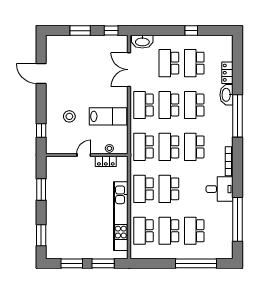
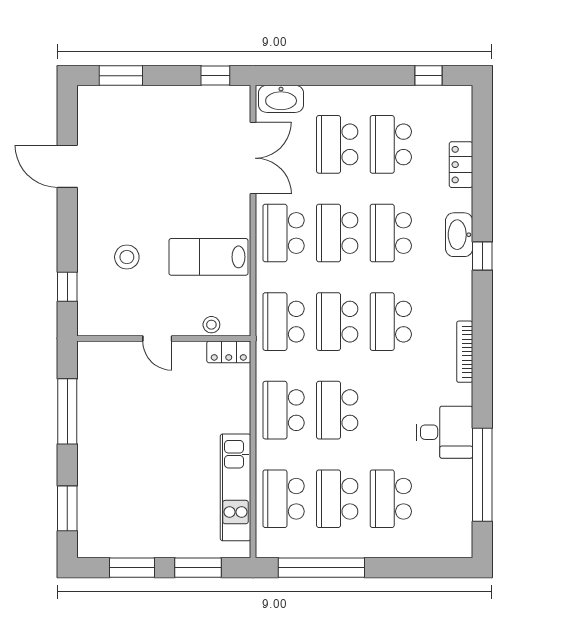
window: (80, 31) -> (121, 76), moved
window: (191, 31) -> (429, 76), moved
double door: (129, 70) -> (253, 158), swing flipped
washbasin: (227, 95) -> (459, 235), moved
lab bench: (108, 116) -> (209, 257), turned 180
window: (237, 116) -> (482, 256), width x0.32
door: (84, 155) -> (157, 338), swing flipped
locker: (106, 161) -> (229, 352), moved
window: (41, 189) -> (67, 411), width x1.44
desk: (220, 189) -> (444, 432), moved
kitchen unit: (121, 216) -> (236, 487), width x0.73
window: (196, 263) -> (321, 568), moved

